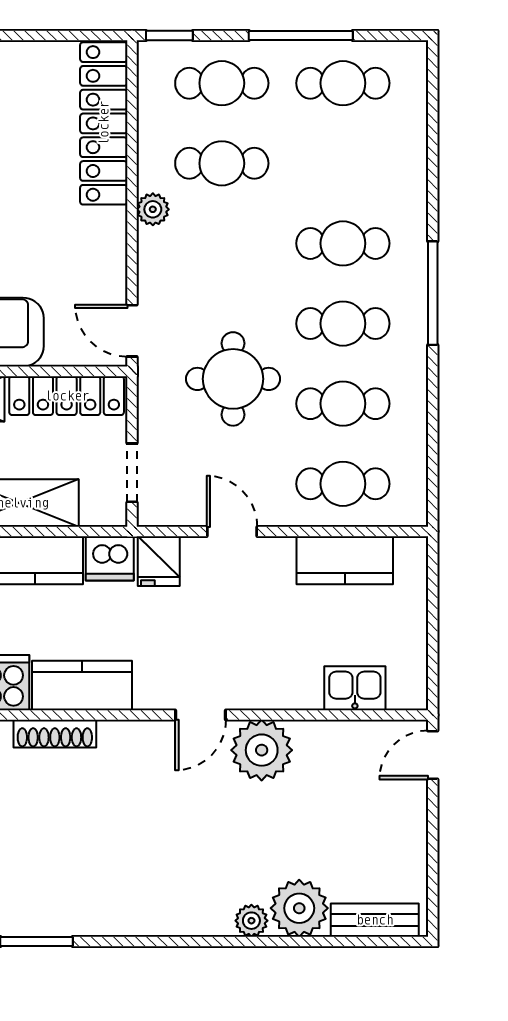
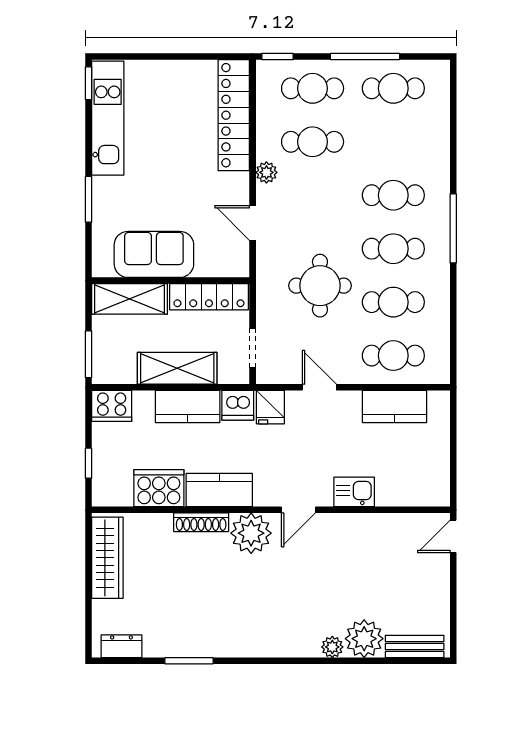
door: (132, 331) -> (253, 223), moved
kitchen sink: (355, 688) -> (354, 492), moved
plant: (262, 750) -> (251, 533), moved

